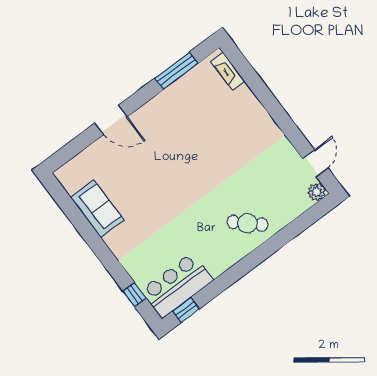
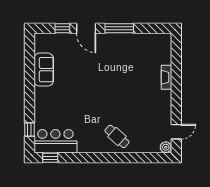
window: (176, 71) -> (119, 28), moved
fireplace: (228, 71) -> (167, 77), moved
window: (82, 141) -> (62, 28), added

